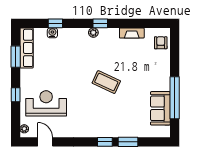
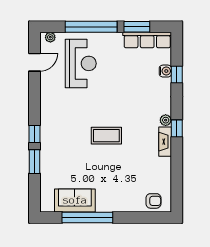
fireplace: (132, 33) -> (165, 142), moved
coffee table: (106, 82) -> (106, 136), turned 65
window: (16, 95) -> (91, 27), width x3.17

